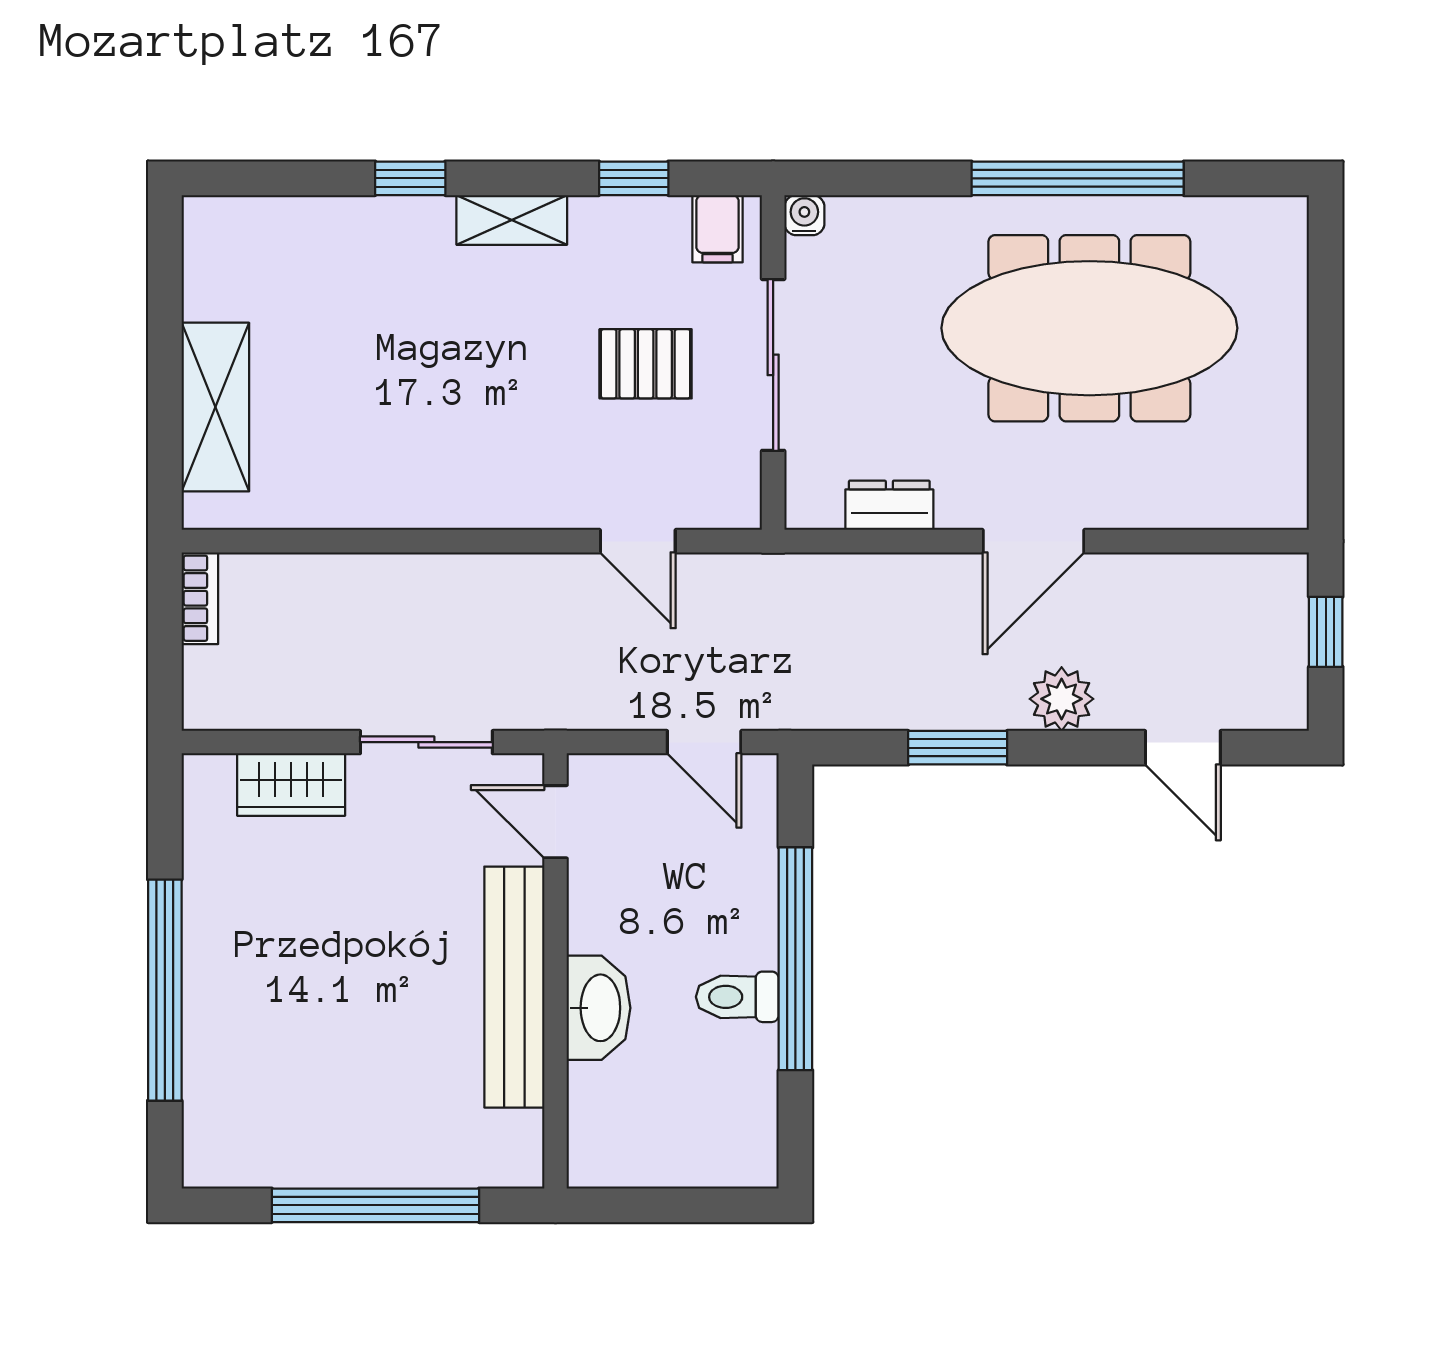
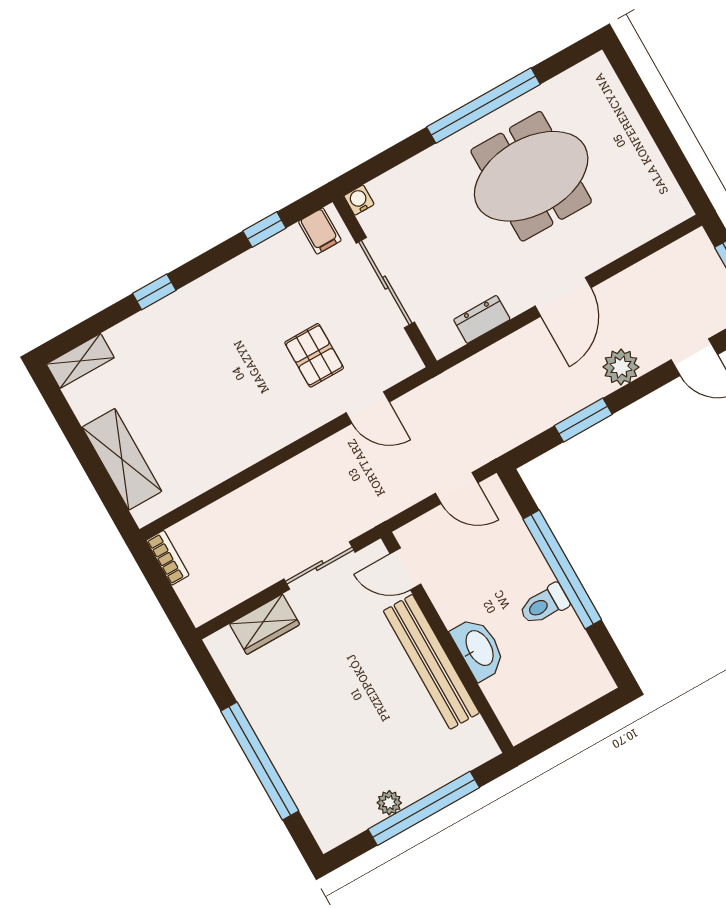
shelving: (512, 220) -> (80, 361), moved
meeting table: (1089, 328) -> (531, 176), width x0.73
pallet: (646, 364) -> (314, 355), moved, turned 90
plant: (327, 1167) -> (389, 803), added

